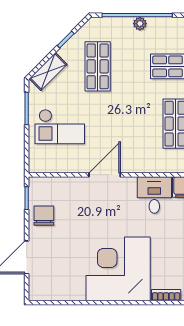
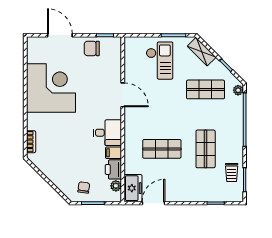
plant: (140, 24) -> (238, 90), moved
checkout: (60, 127) -> (160, 61), turned 180
chair: (44, 216) -> (92, 48), turned 180
corner desk: (118, 269) -> (51, 88), moved

